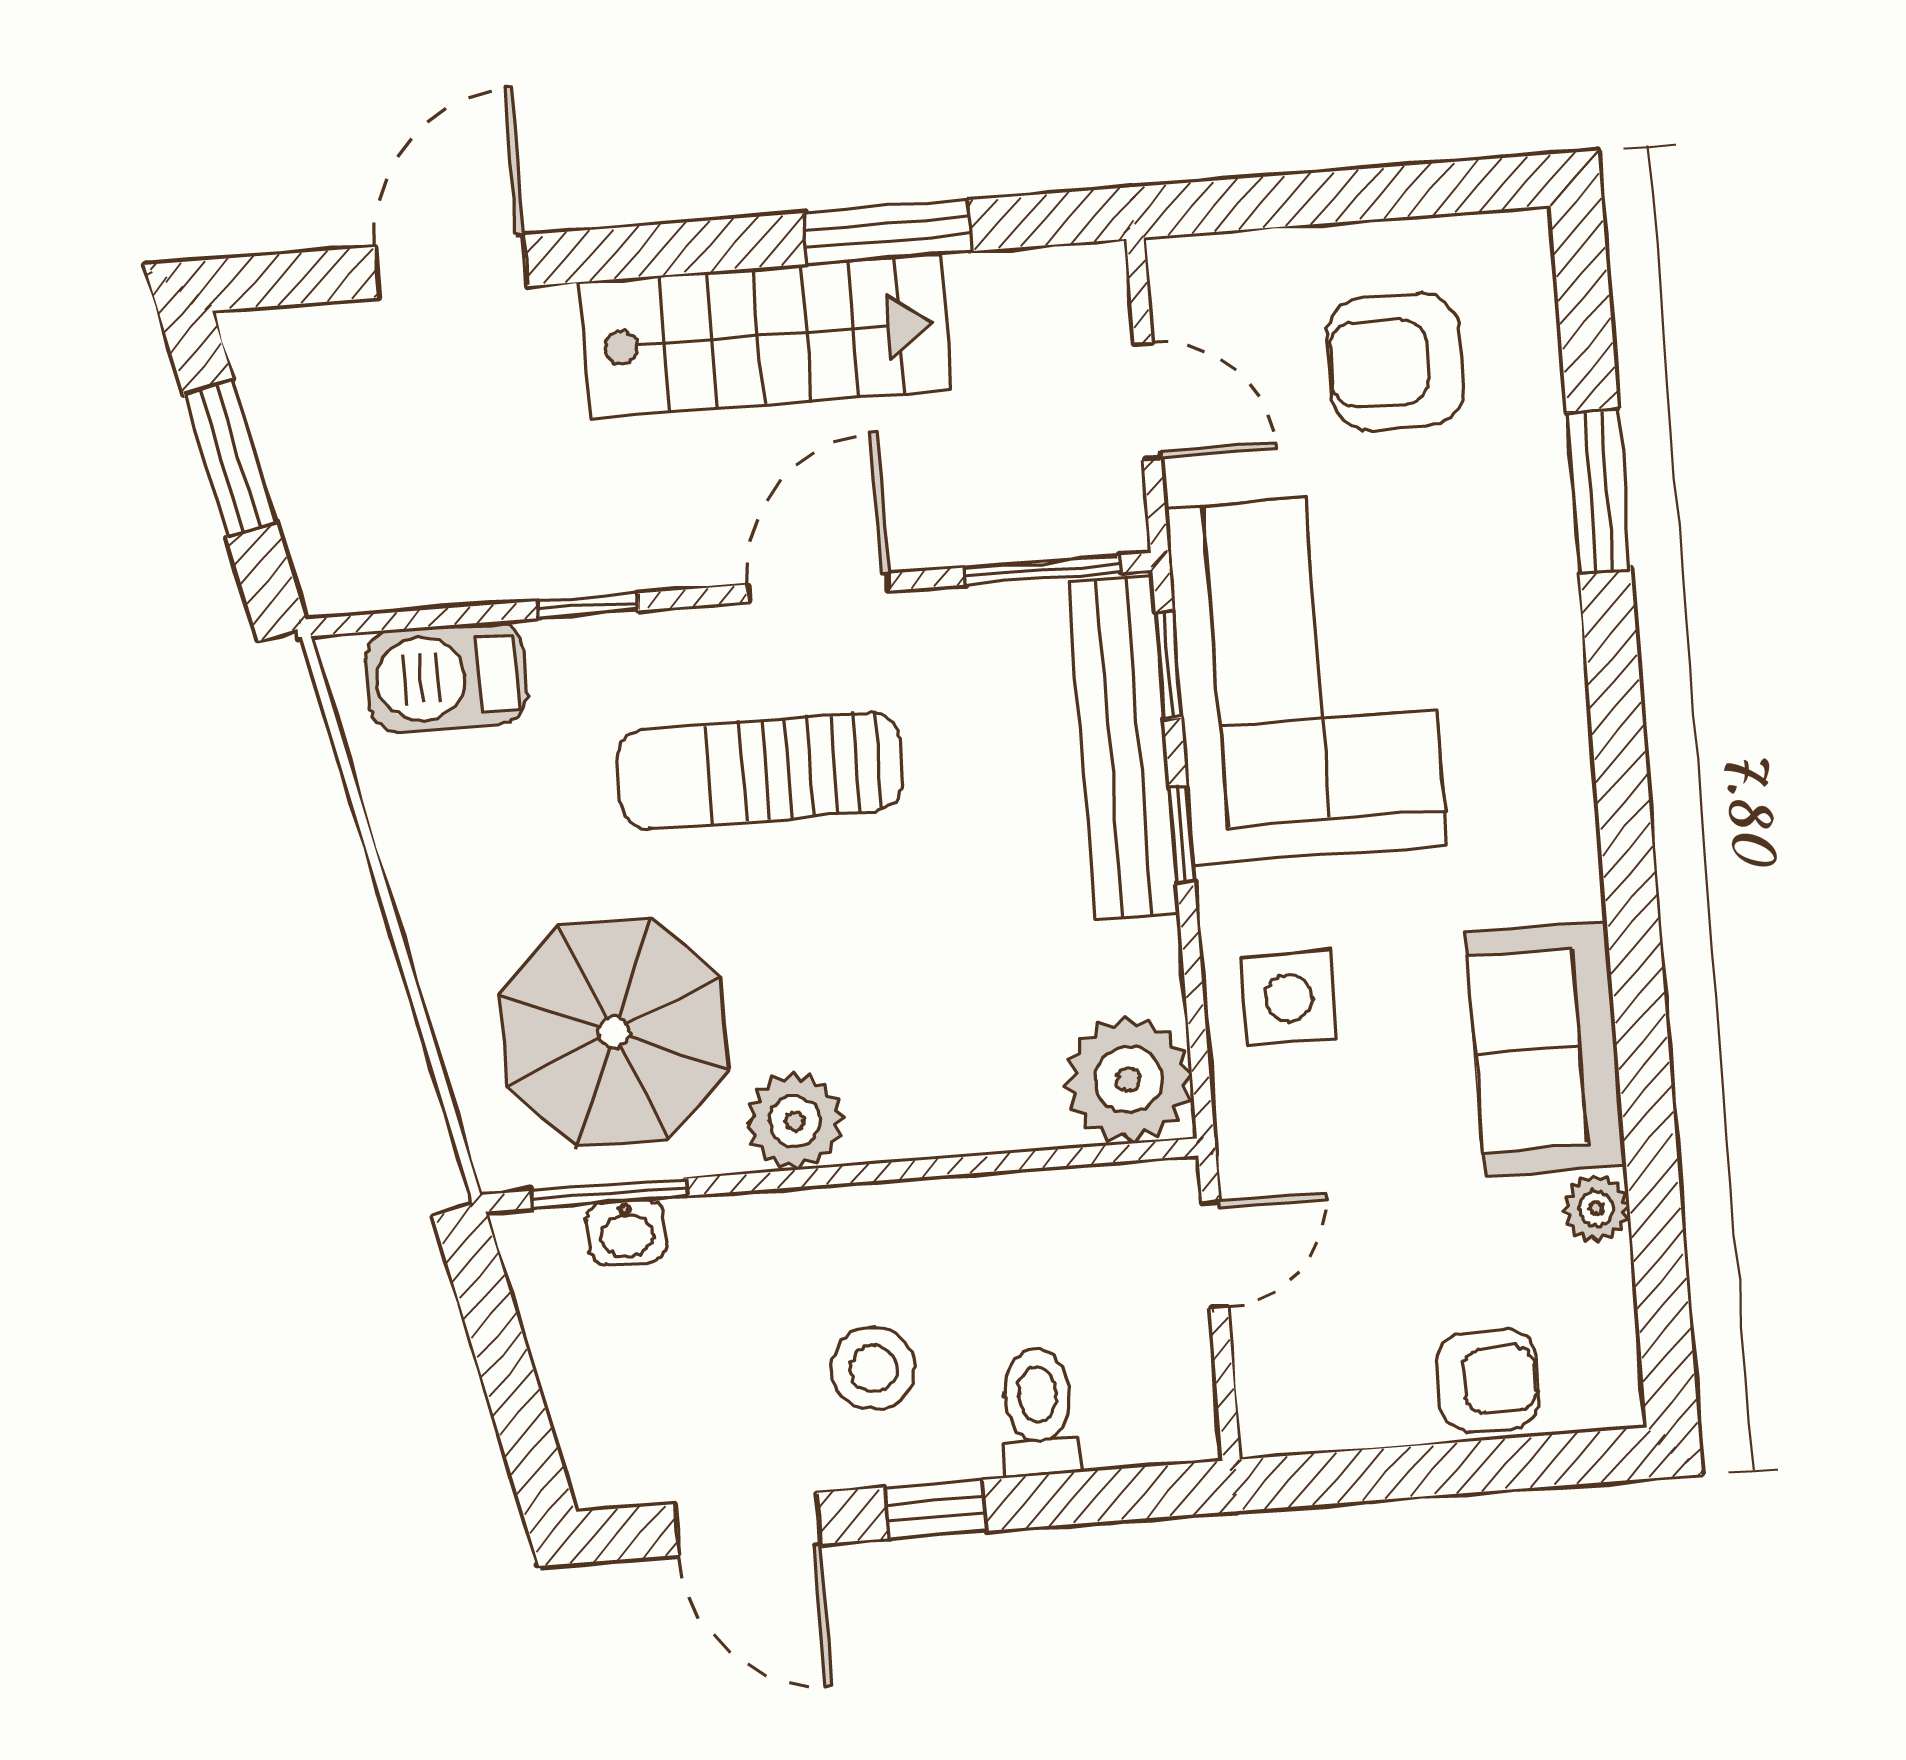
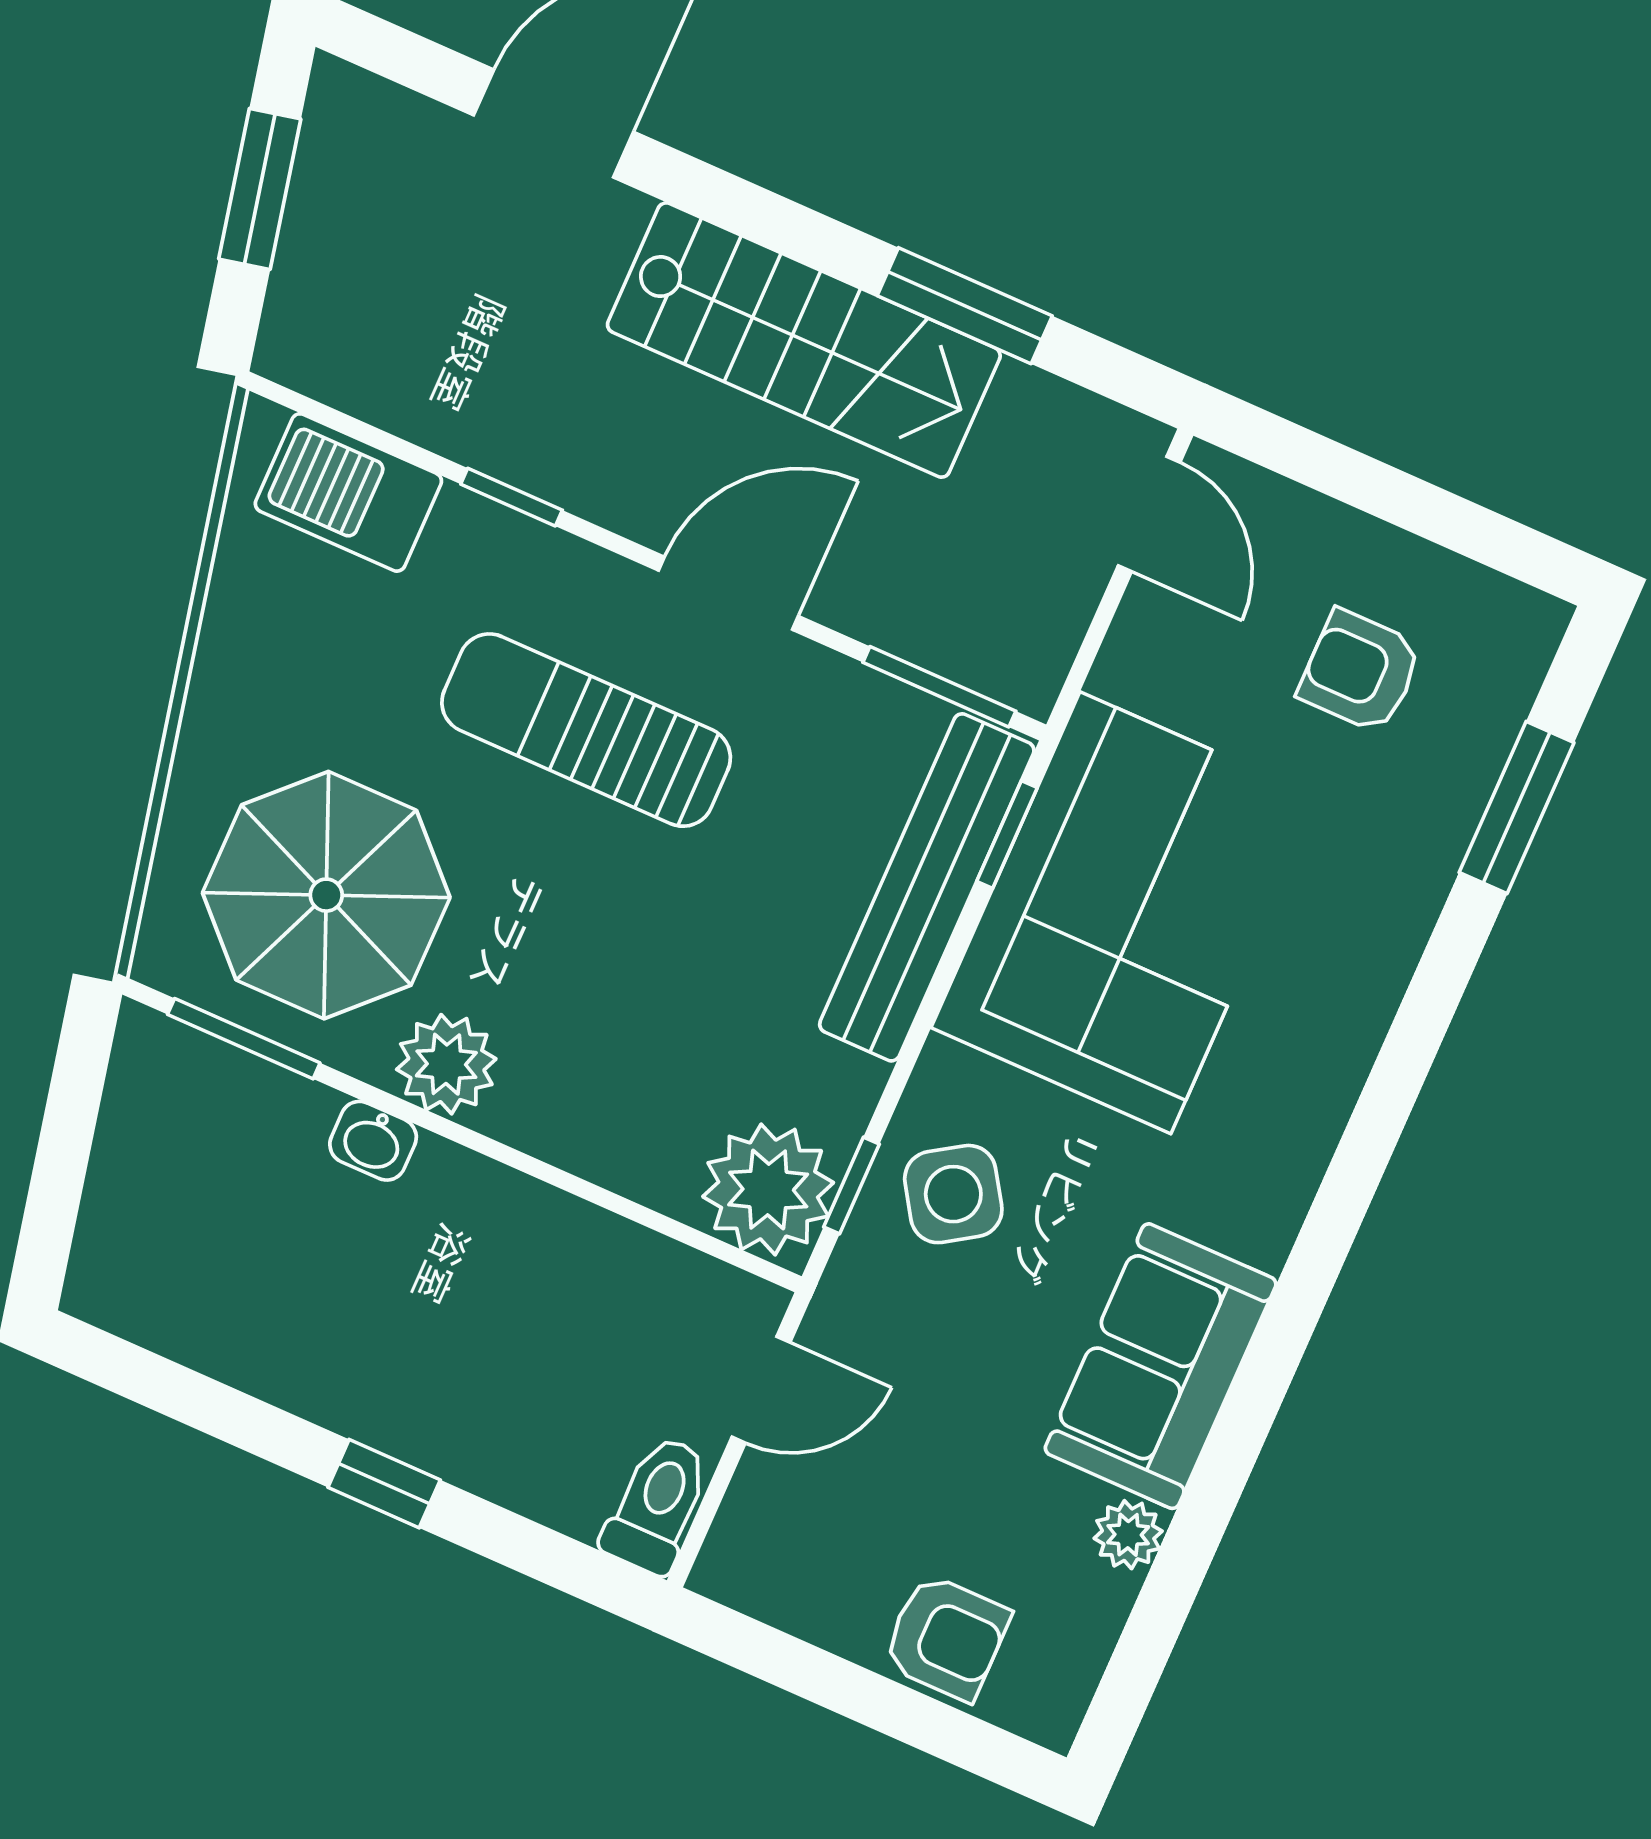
armchair: (1395, 362) -> (1360, 671), width x0.72, depth x0.72
door: (1148, 401) -> (1149, 514), moved
window: (1599, 491) -> (1517, 807), moved
window: (1182, 834) -> (851, 1186), moved
side table: (1289, 998) -> (953, 1194), turned -33
washbasin: (627, 1232) -> (373, 1141), moved
stool: (874, 1369) -> (397, 1326), removed
toilet: (1039, 1412) -> (657, 1505), moved
door: (748, 1524) -> (207, 1405), removed

